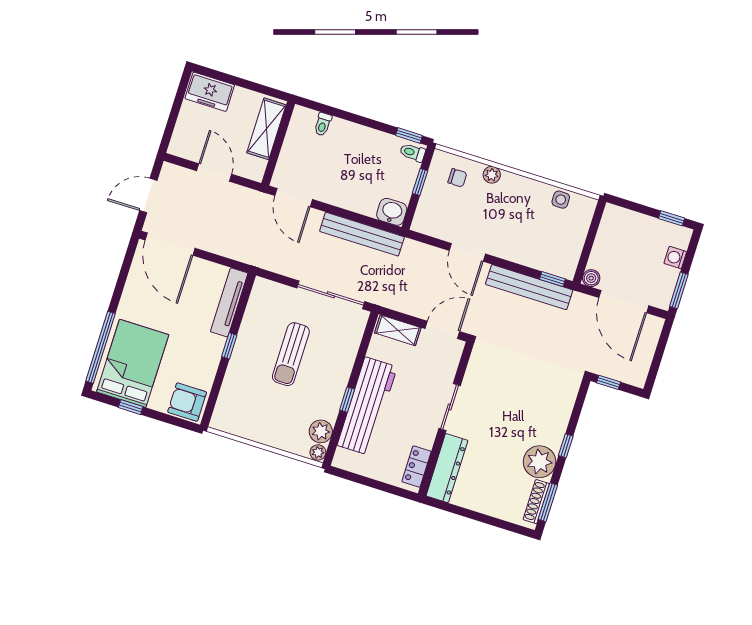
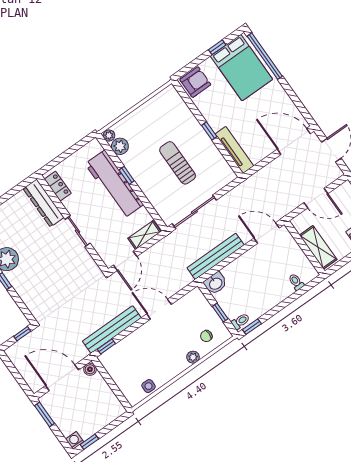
washing machine: (675, 258) -> (75, 440), moved, turned -90

